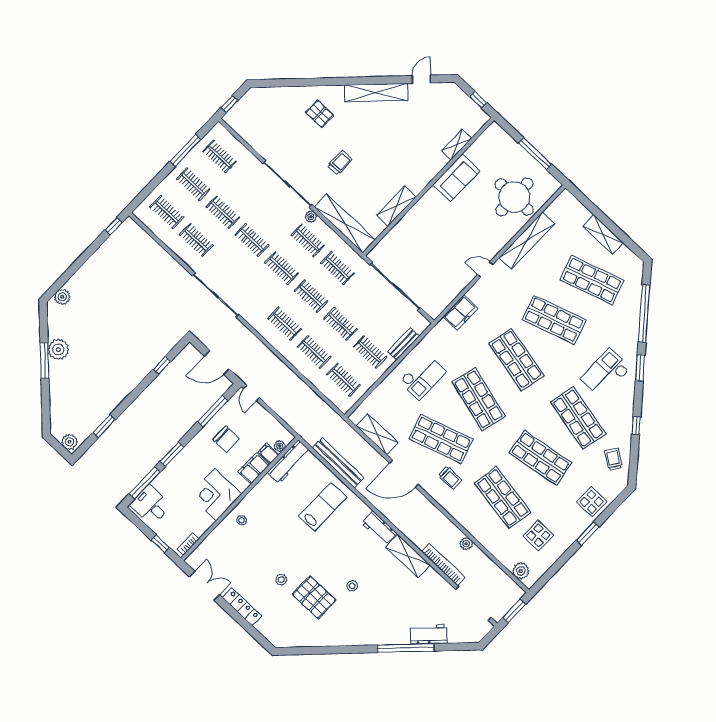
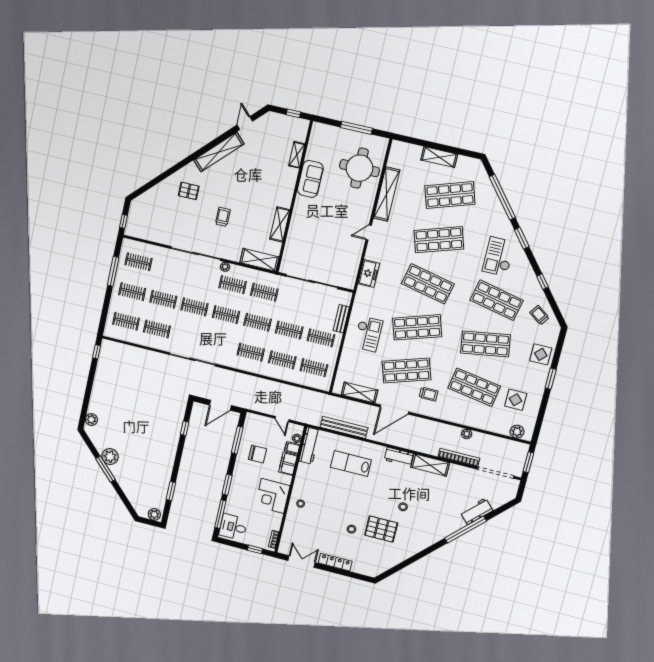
shelving: (345, 223) -> (260, 260), width x0.68
door: (252, 393) -> (282, 419), moved
shop shelf: (479, 399) -> (417, 327), turned -33
lab bench: (323, 507) -> (351, 464), turned -90

